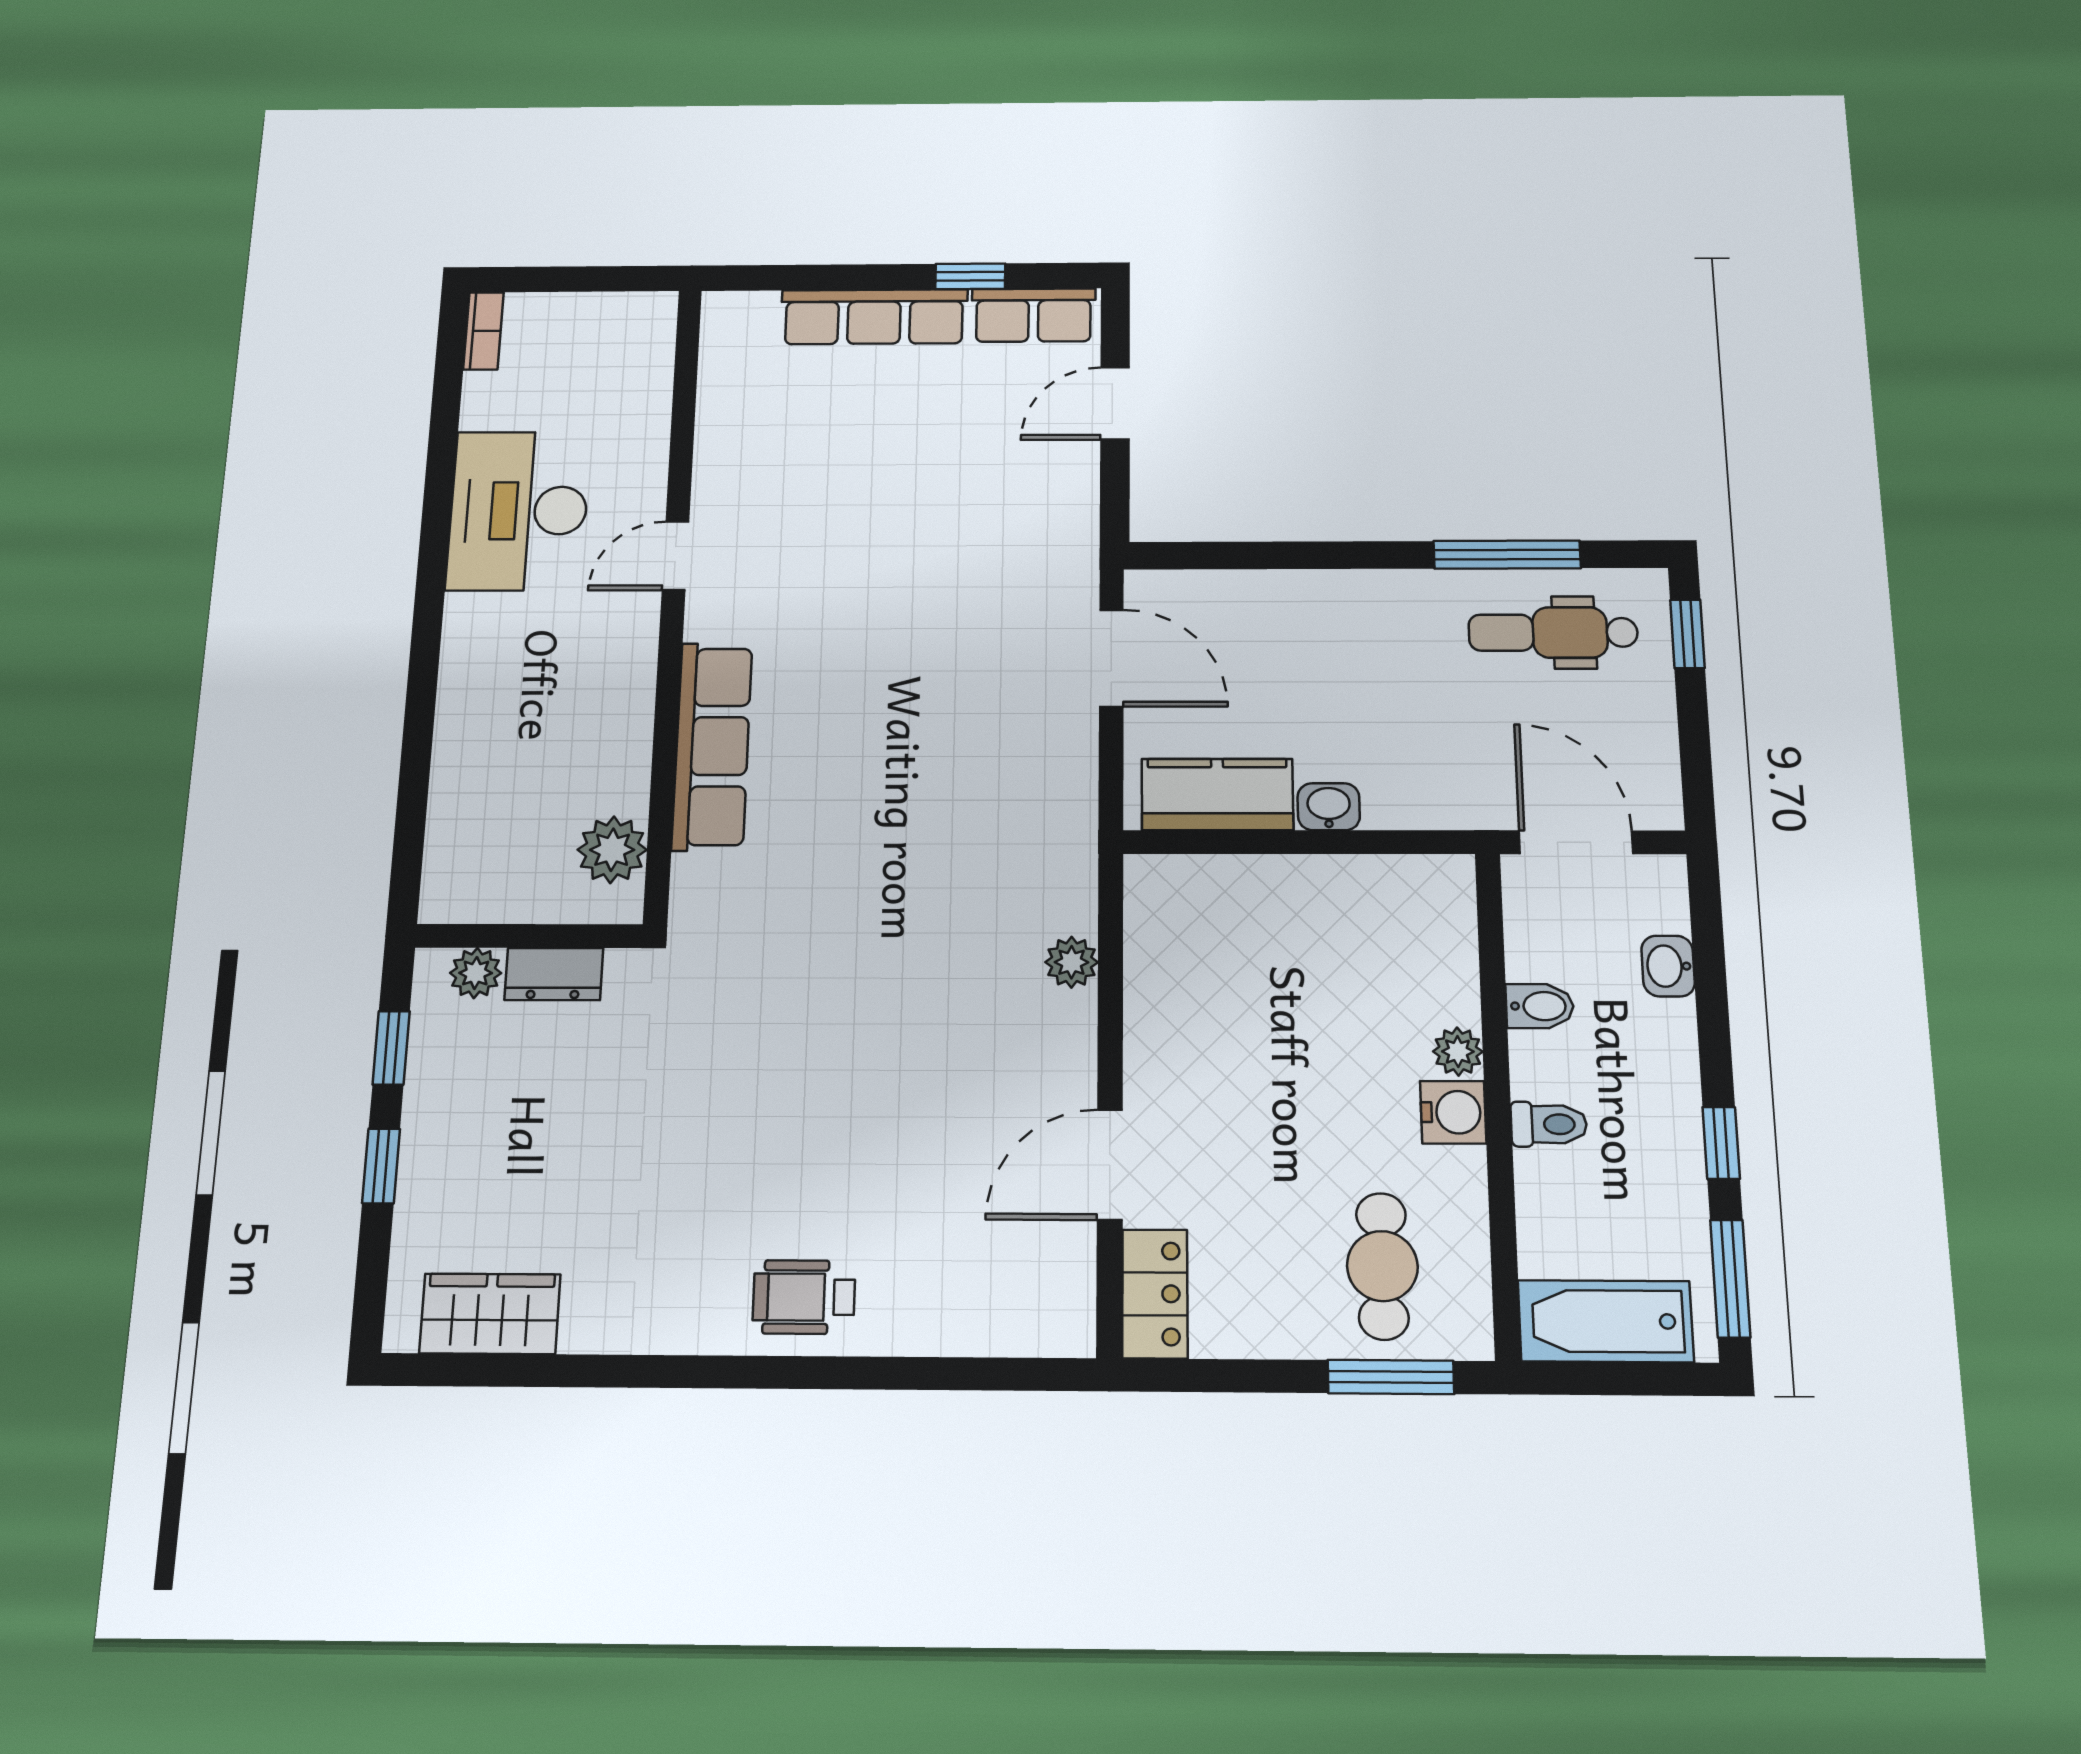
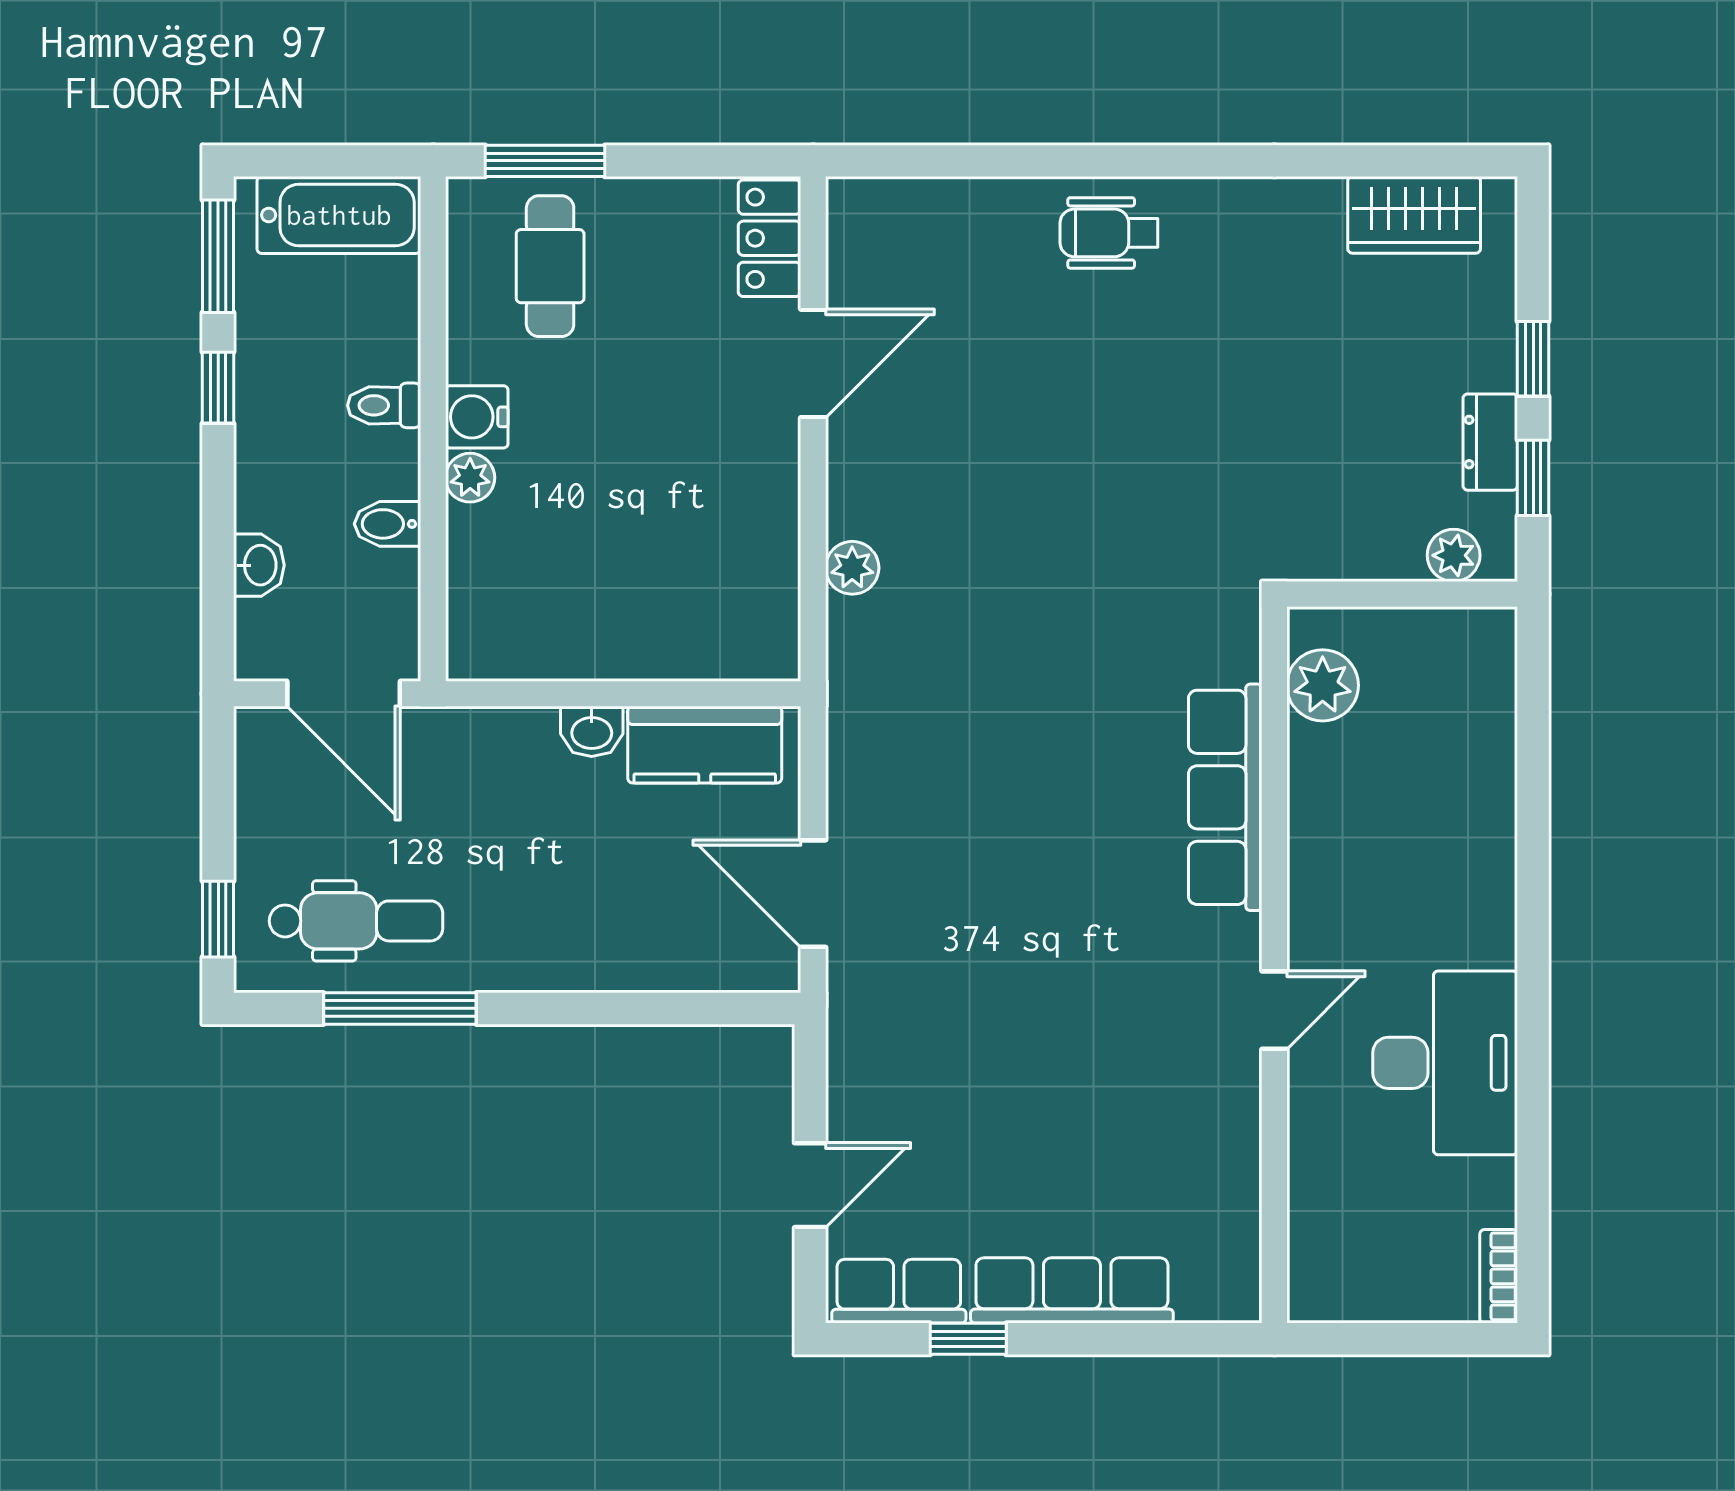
dresser: (554, 974) -> (1490, 442), moved, turned -90
wheelchair: (804, 1297) -> (1109, 233), turned 180

